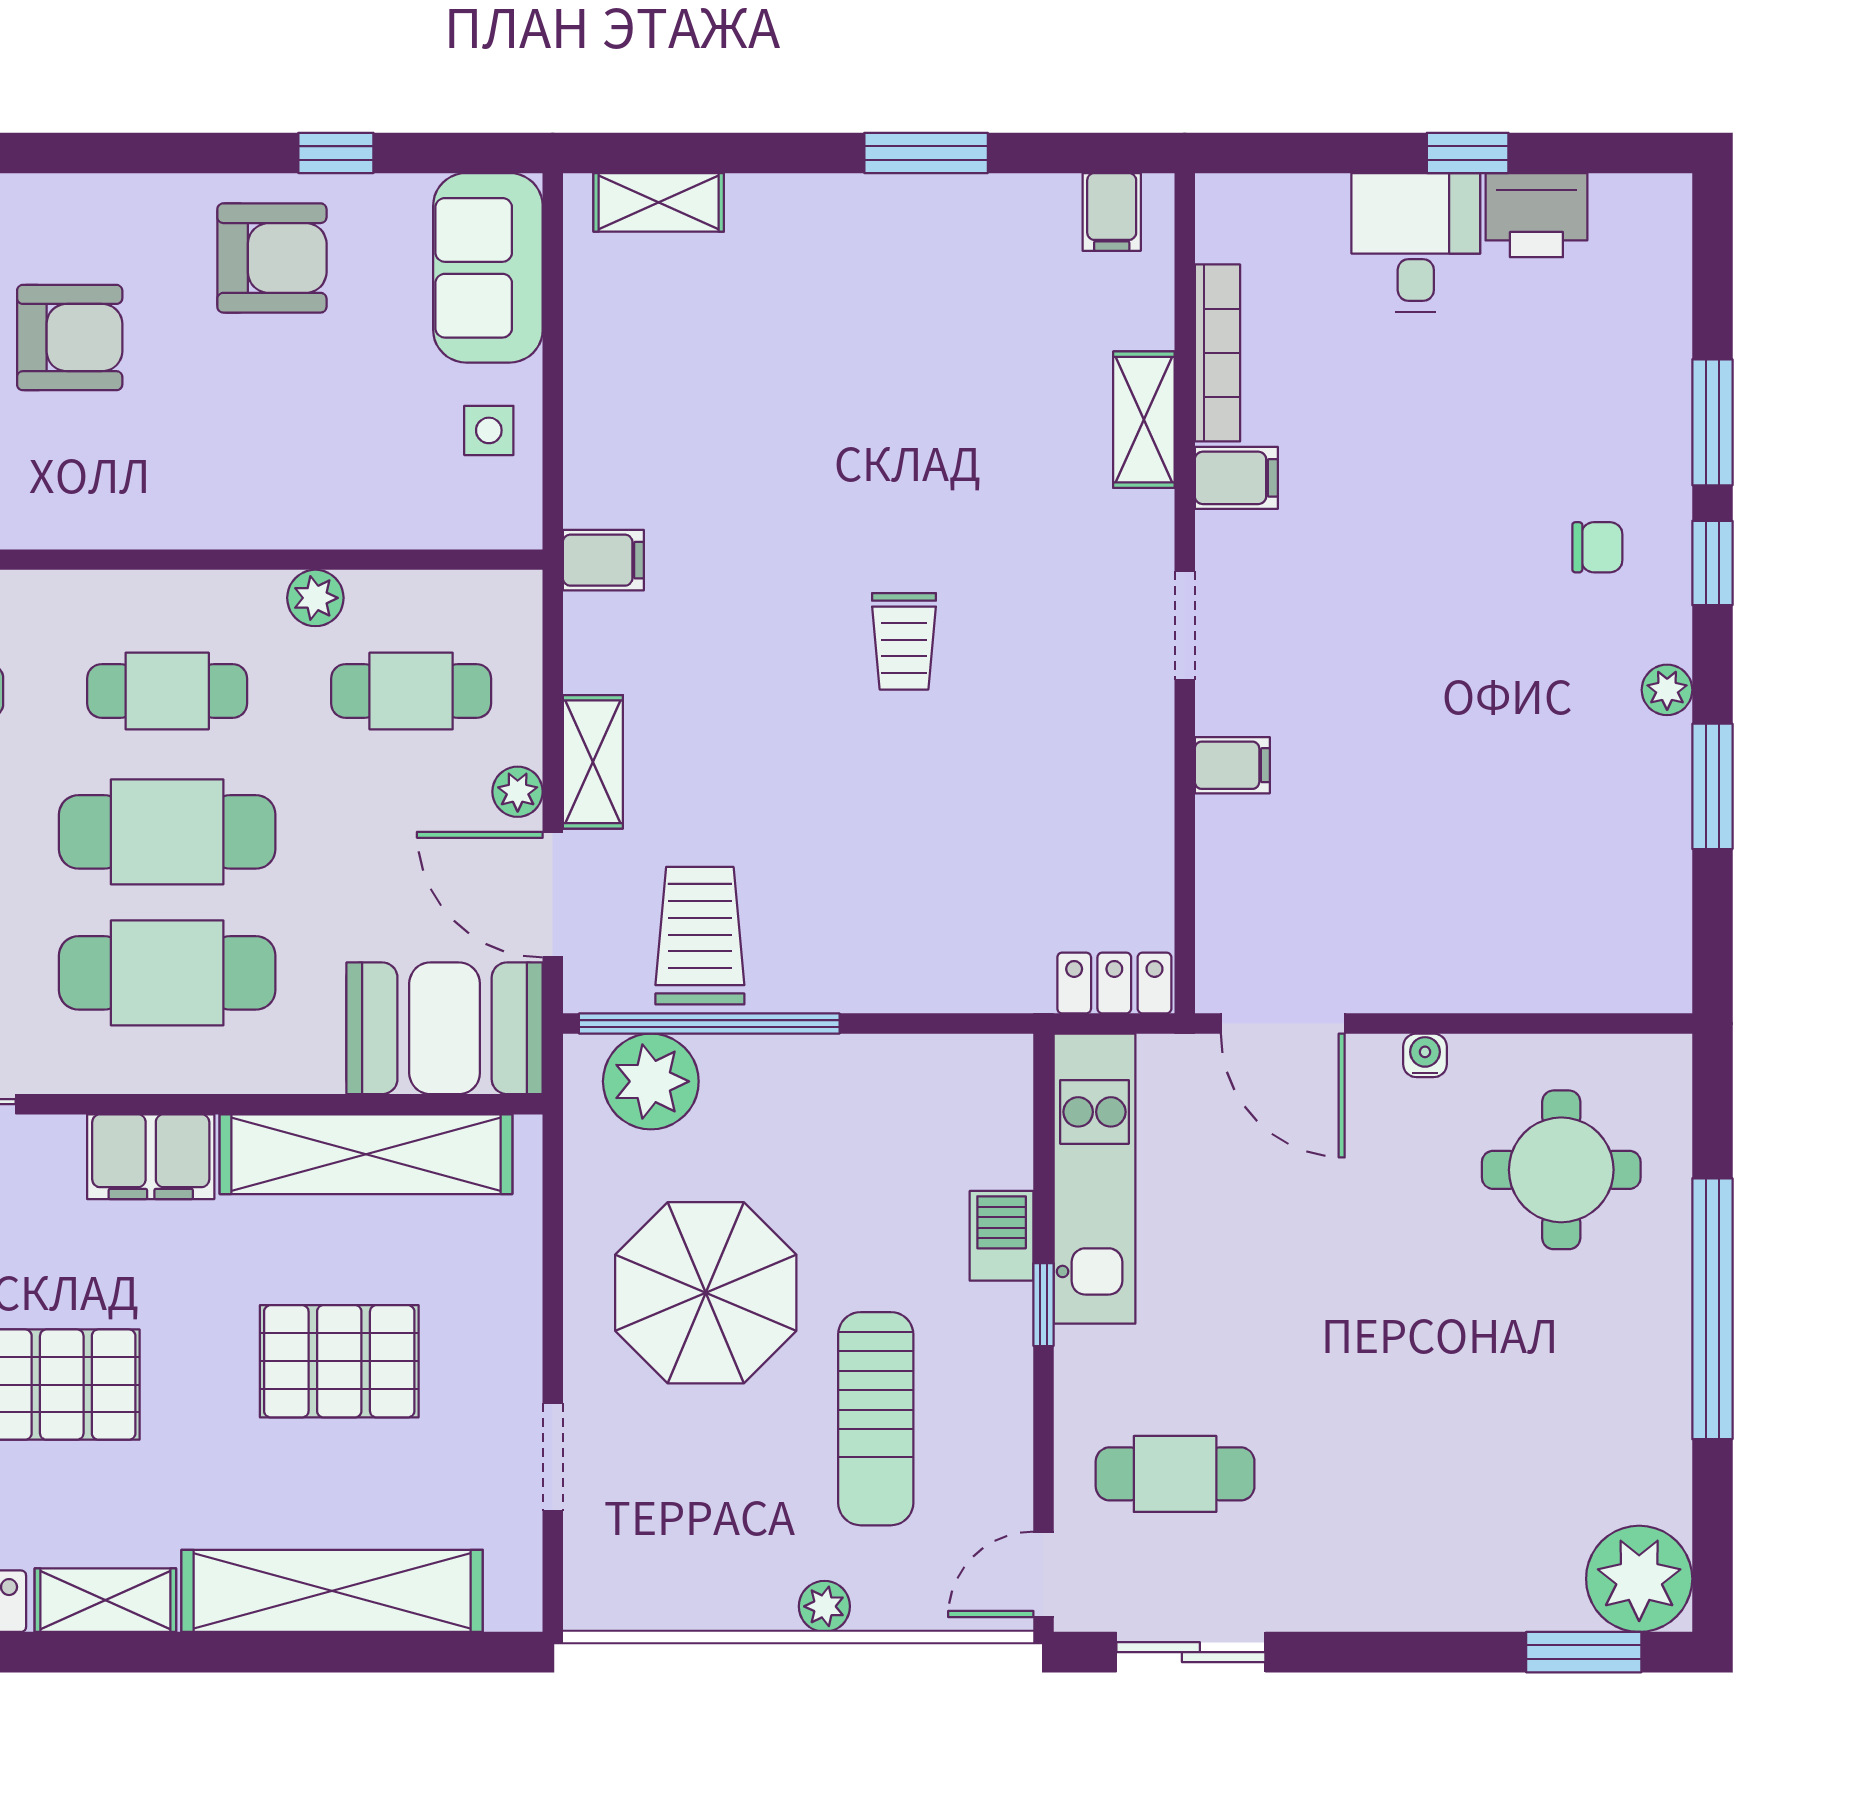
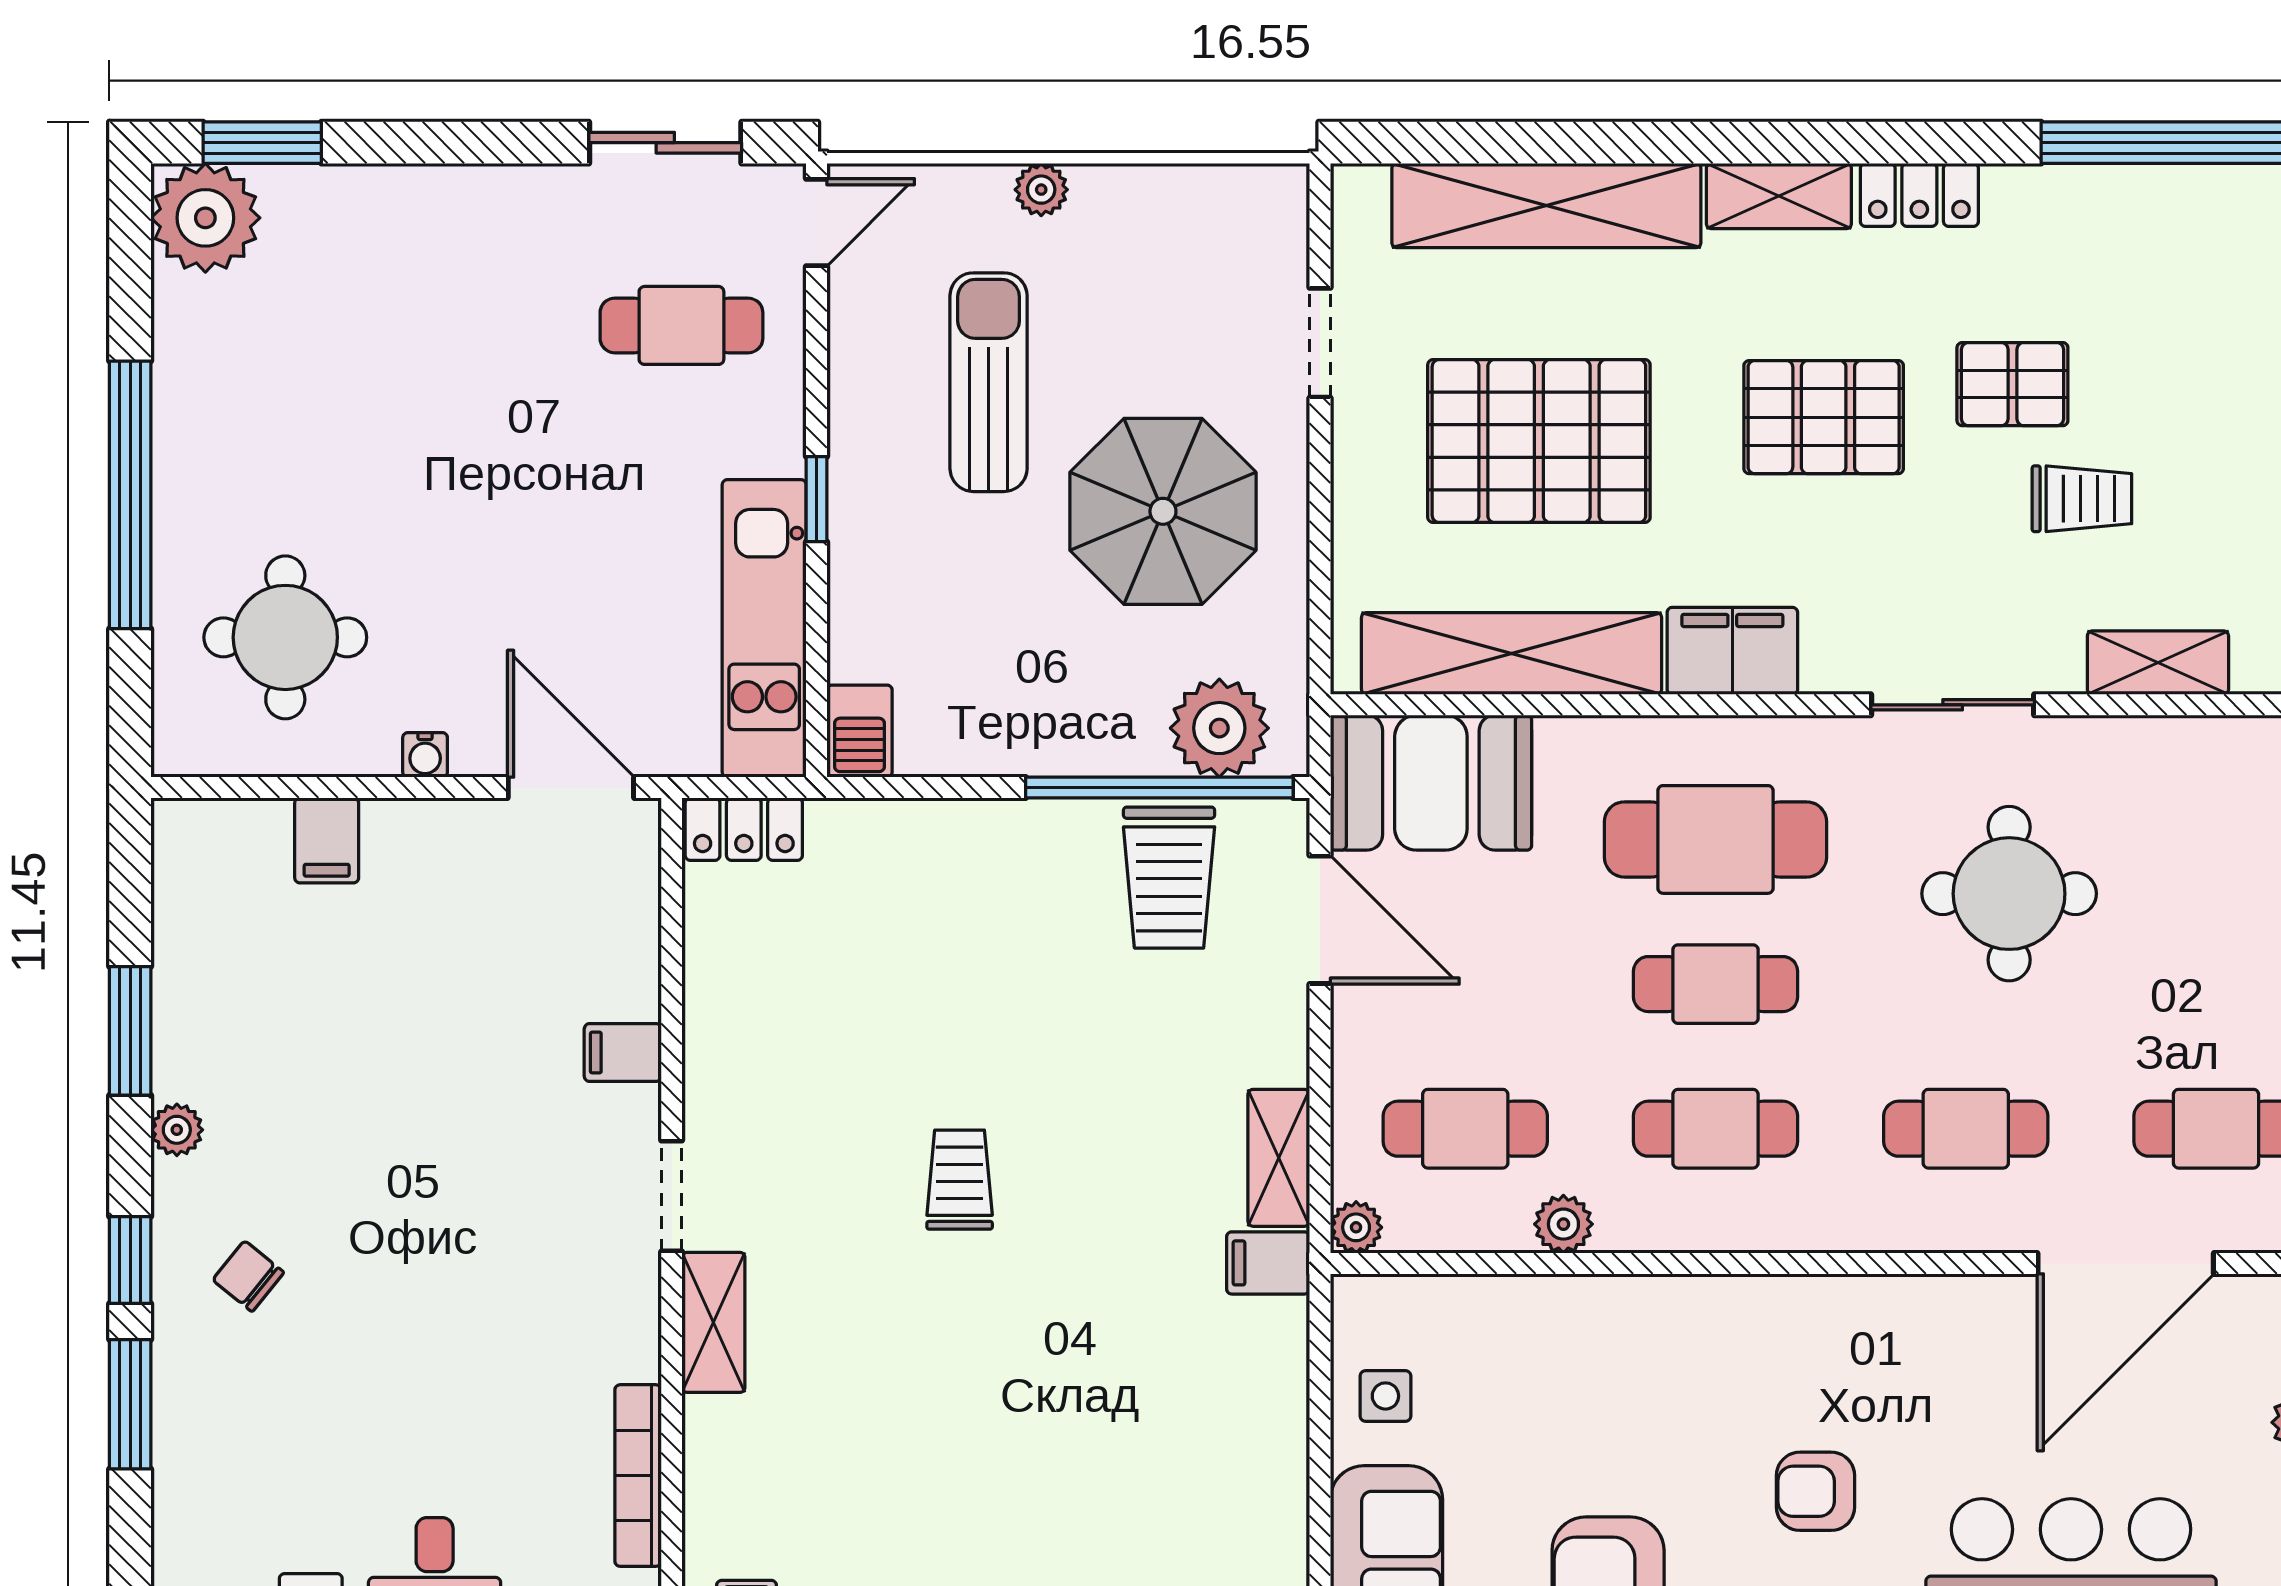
armchair: (70, 338) -> (1816, 1491), width x0.72, depth x0.72
shelving: (1144, 420) -> (713, 1322), moved
filing cabinet: (1236, 478) -> (327, 840), moved, turned -90
chair: (1597, 547) -> (248, 1276), turned 39
shelving: (593, 762) -> (1279, 1158), moved
plant: (518, 792) -> (1356, 1227), moved
cafe table: (167, 832) -> (1716, 984), width x0.73, depth x0.74
barbecue: (1002, 1236) -> (860, 731), moved
pallet: (339, 1361) -> (1539, 441), width x1.37, depth x1.41

